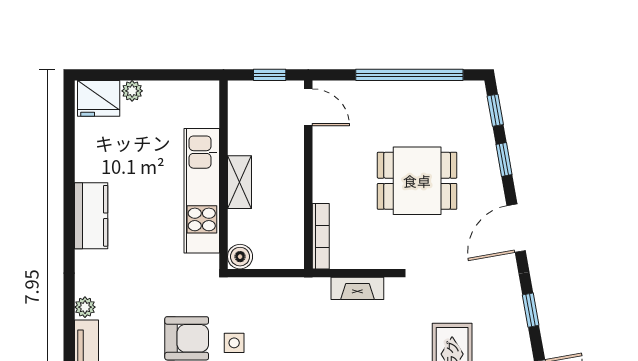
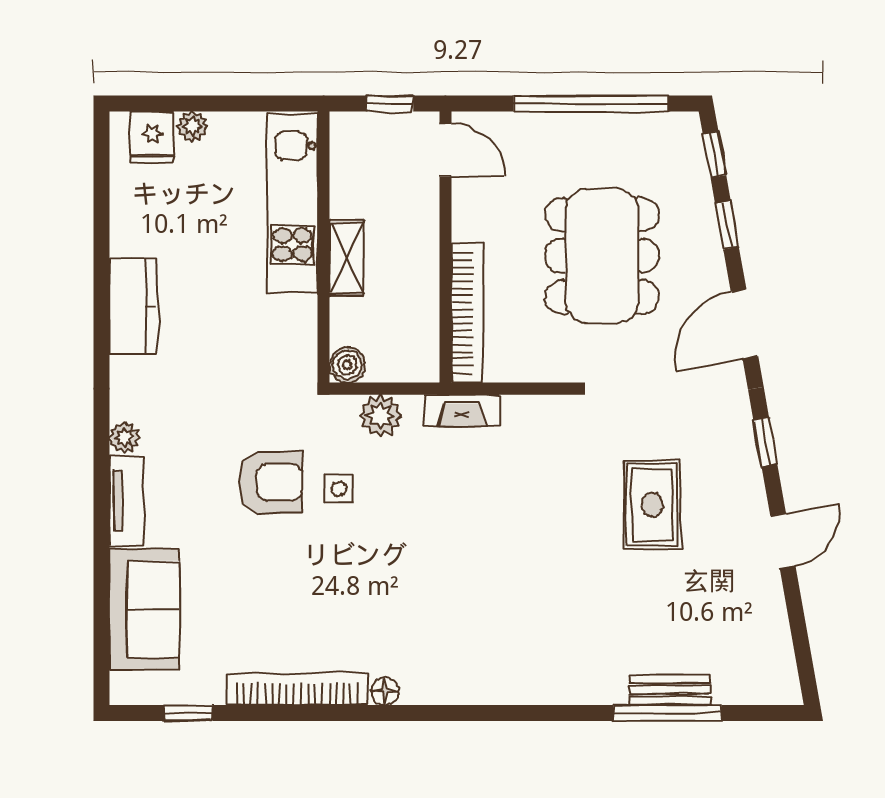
fridge: (99, 98) -> (152, 137), width x0.72
dining table: (417, 181) -> (602, 256), width x1.38
kitchen unit: (202, 191) -> (292, 203), moved
bookcase: (321, 236) -> (467, 313), width x1.48, depth x1.31
fireplace: (357, 288) -> (462, 411), moved
plant: (263, 292) -> (380, 416), added

